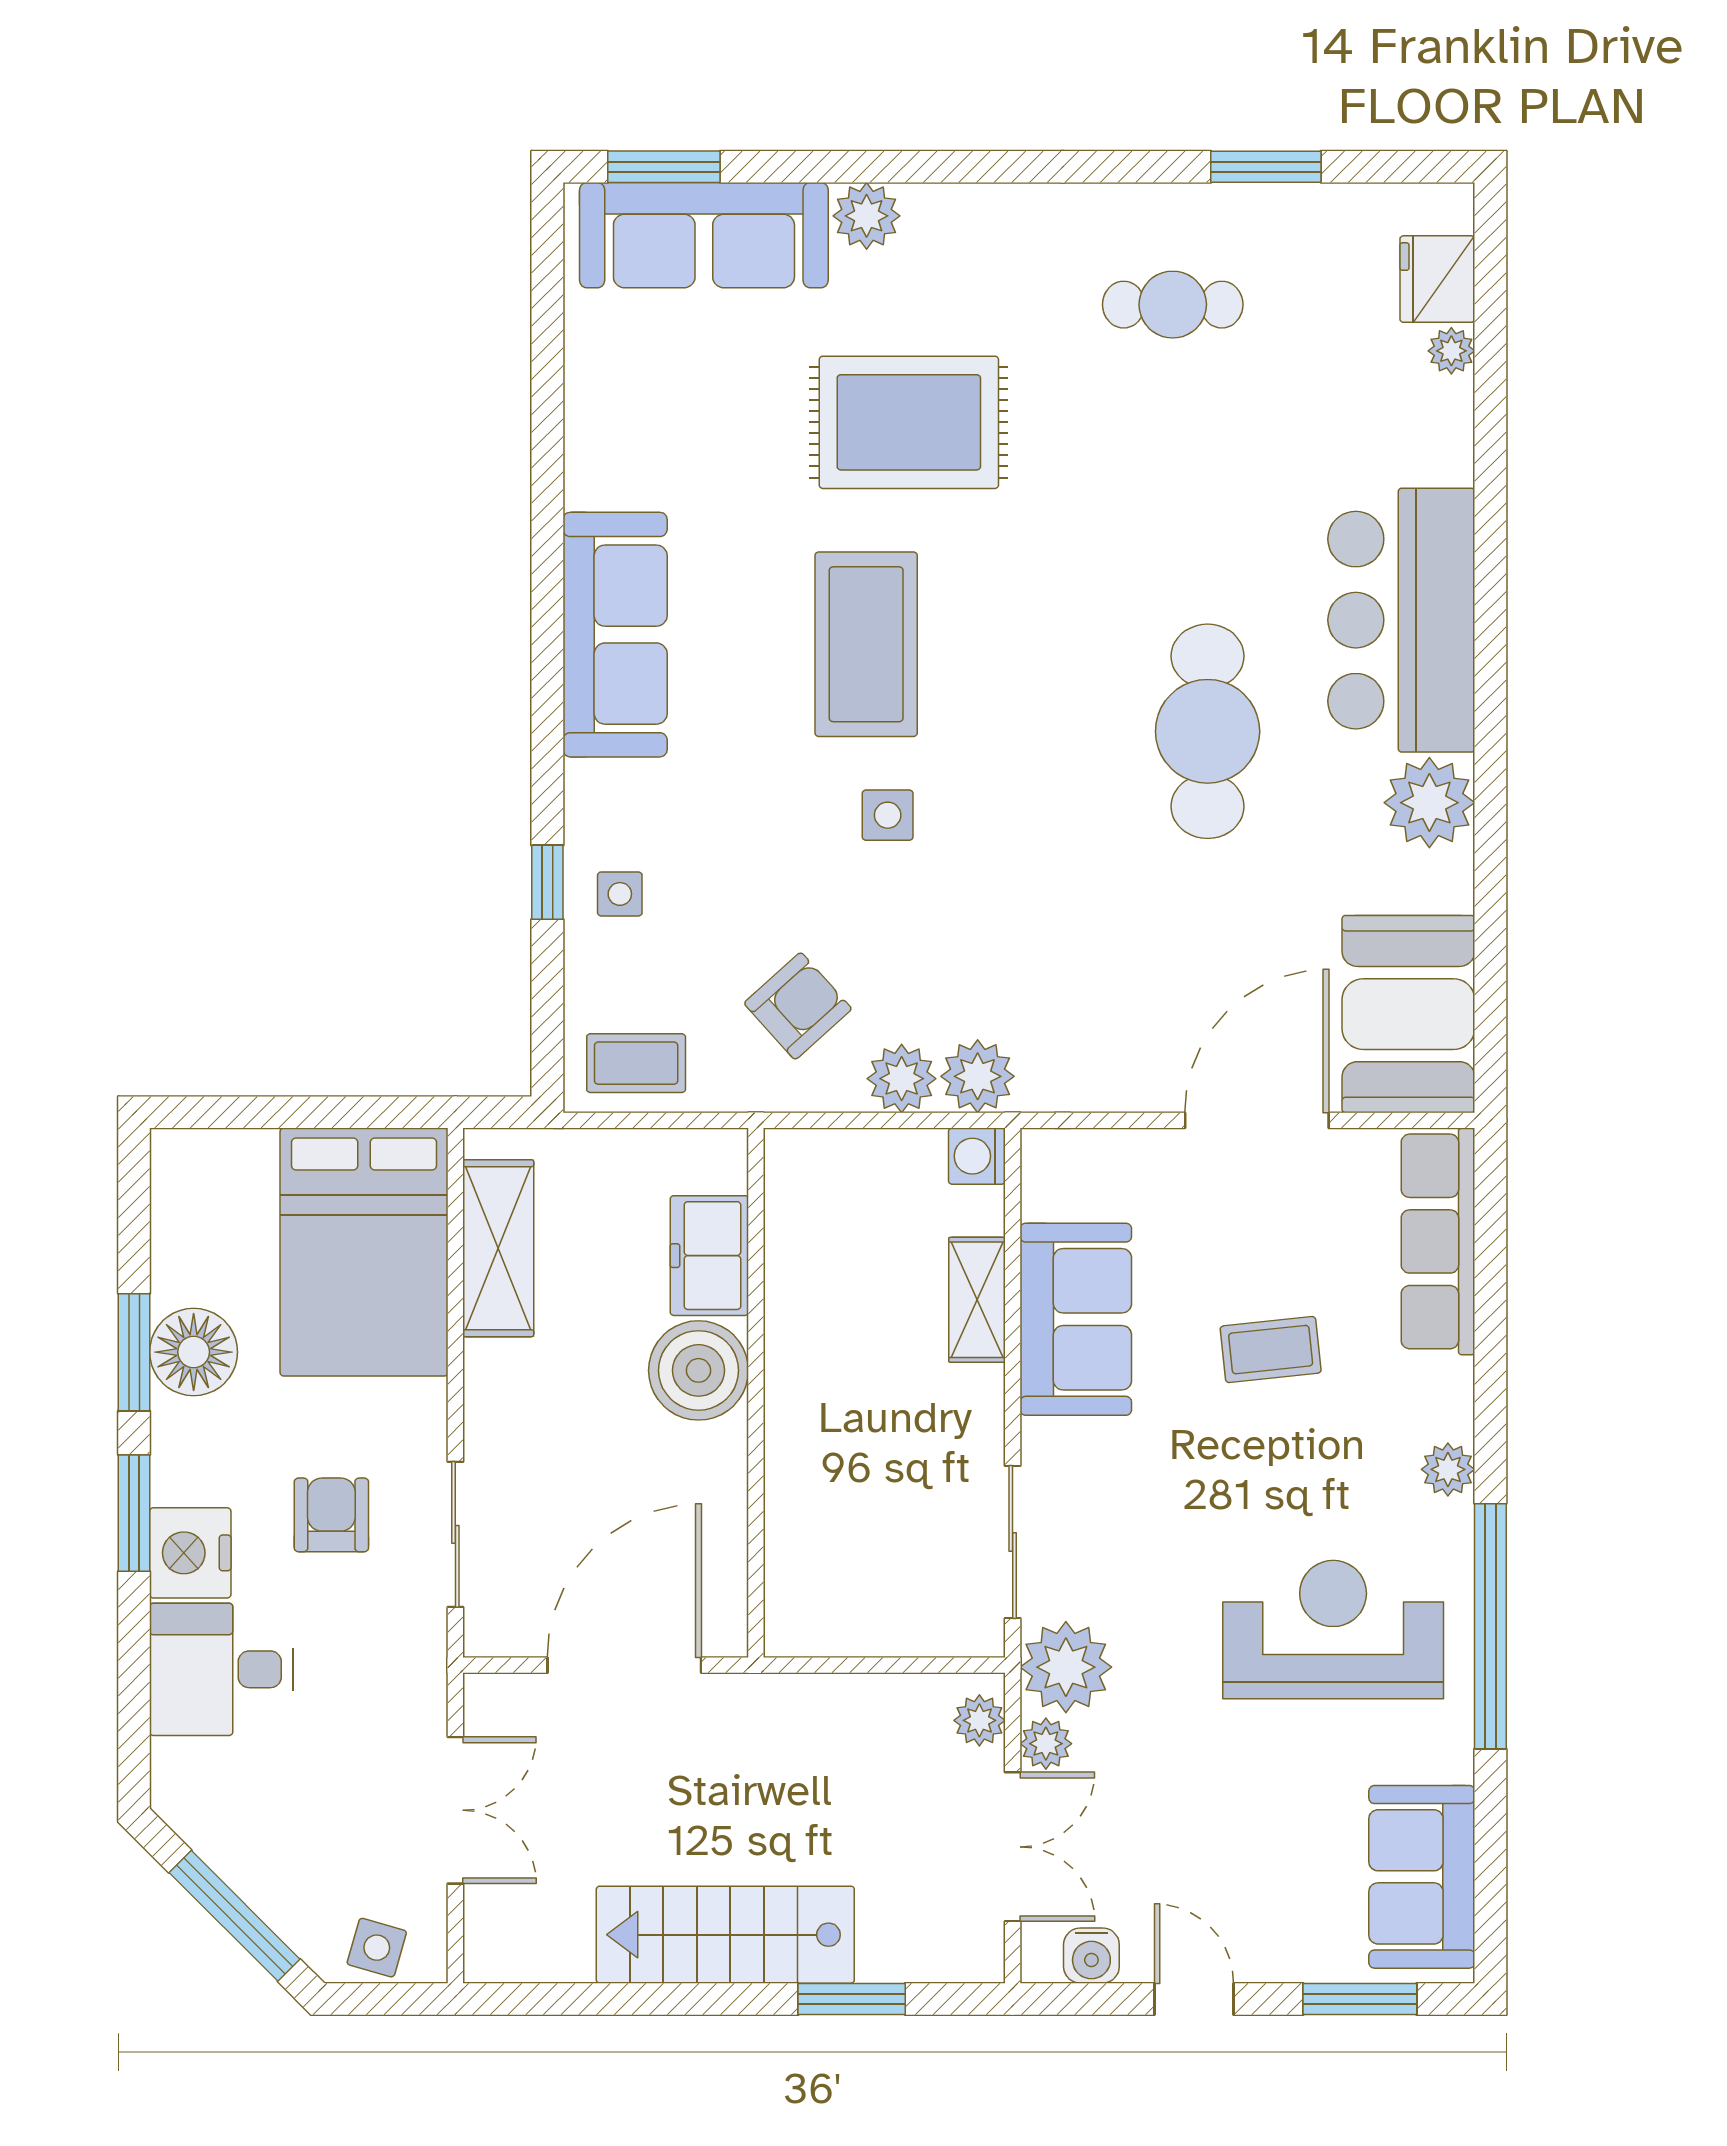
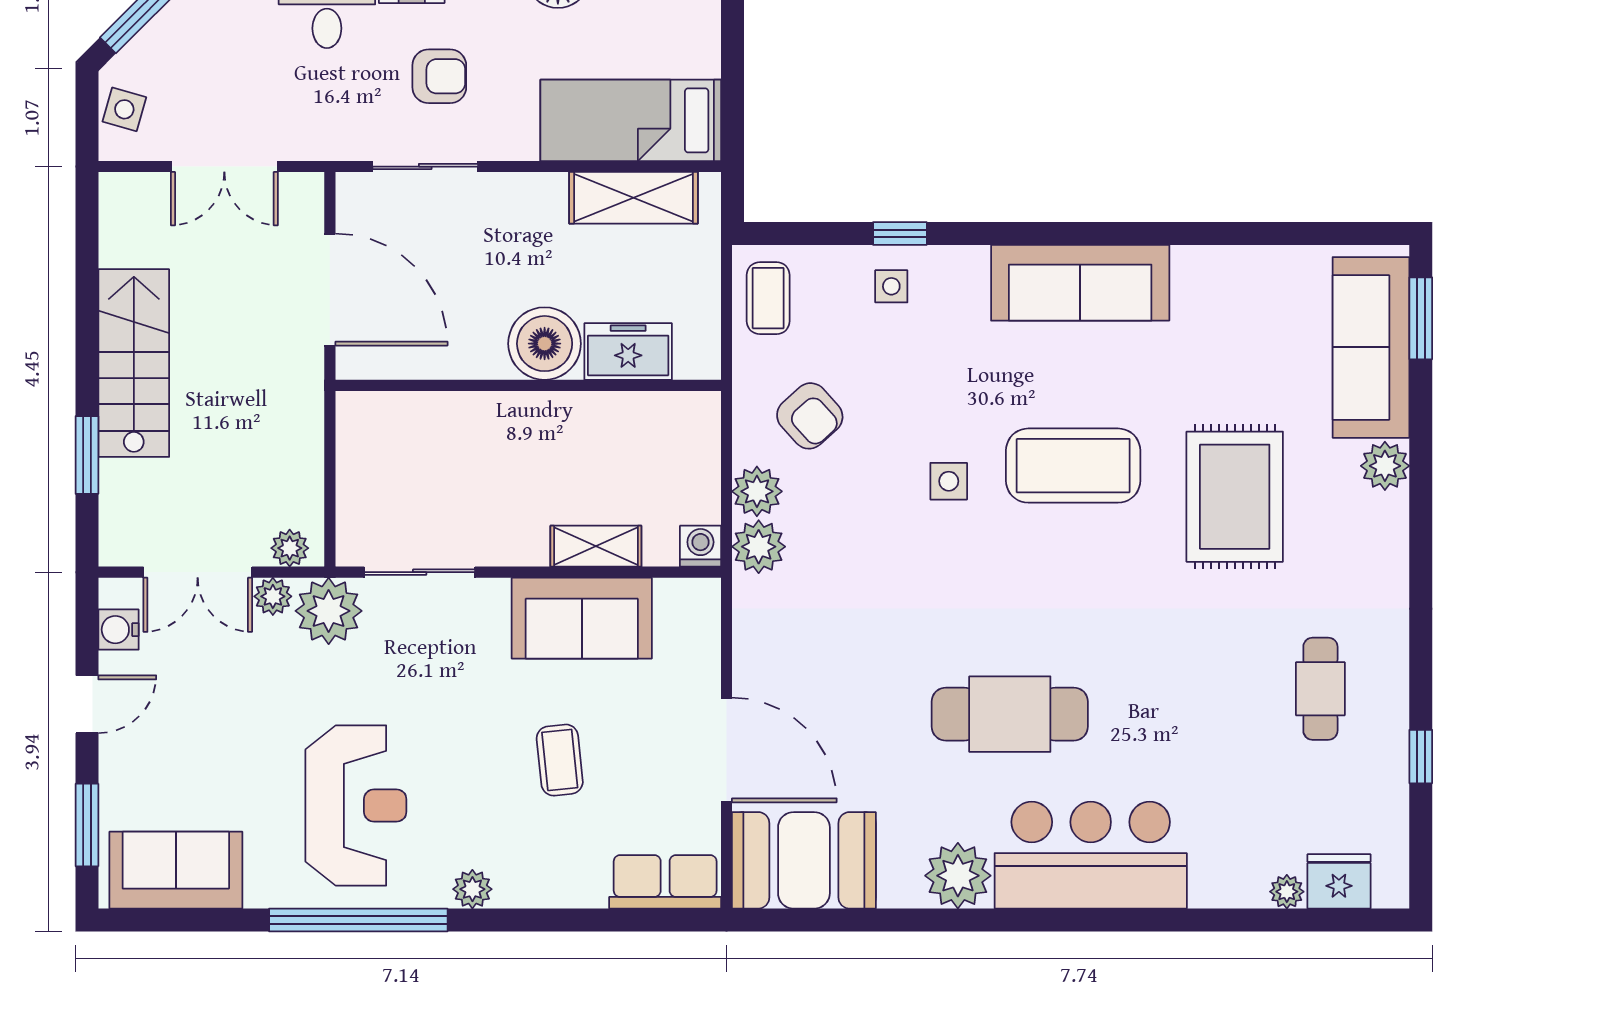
window: (1266, 167) -> (1421, 757), width x0.67
row of seats: (1438, 1241) -> (665, 882), width x0.68
bed: (364, 1252) -> (631, 120), width x0.67

